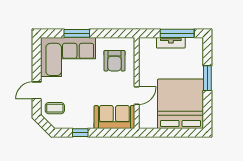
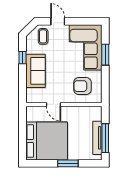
tv unit: (171, 43) -> (97, 138), width x1.41
sofa: (114, 117) -> (36, 71), moved

